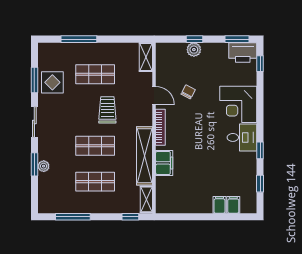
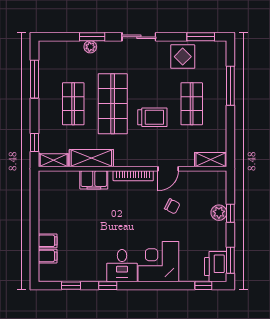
window: (34, 80) -> (201, 37), moved
shop shelf: (95, 146) -> (113, 104), width x1.43, depth x1.36
shelving: (144, 156) -> (91, 158), width x0.68

